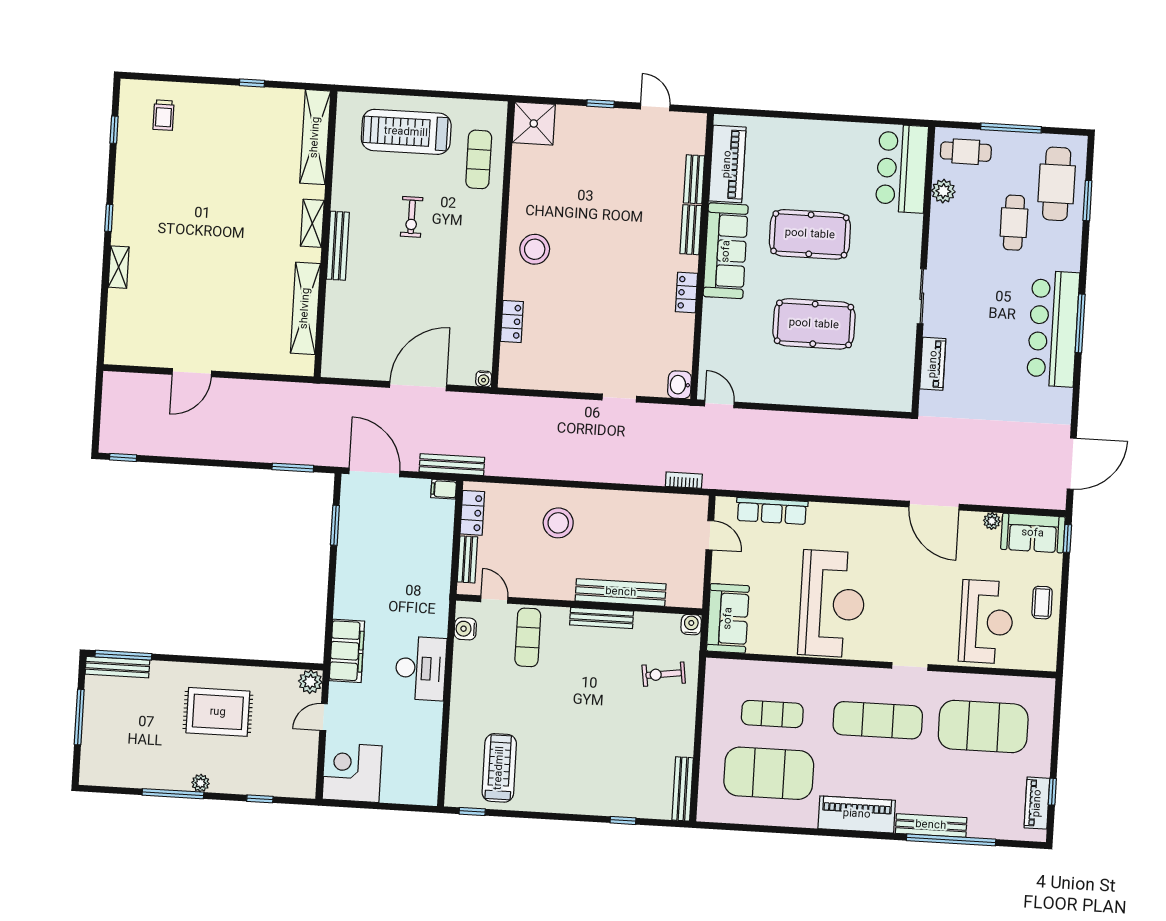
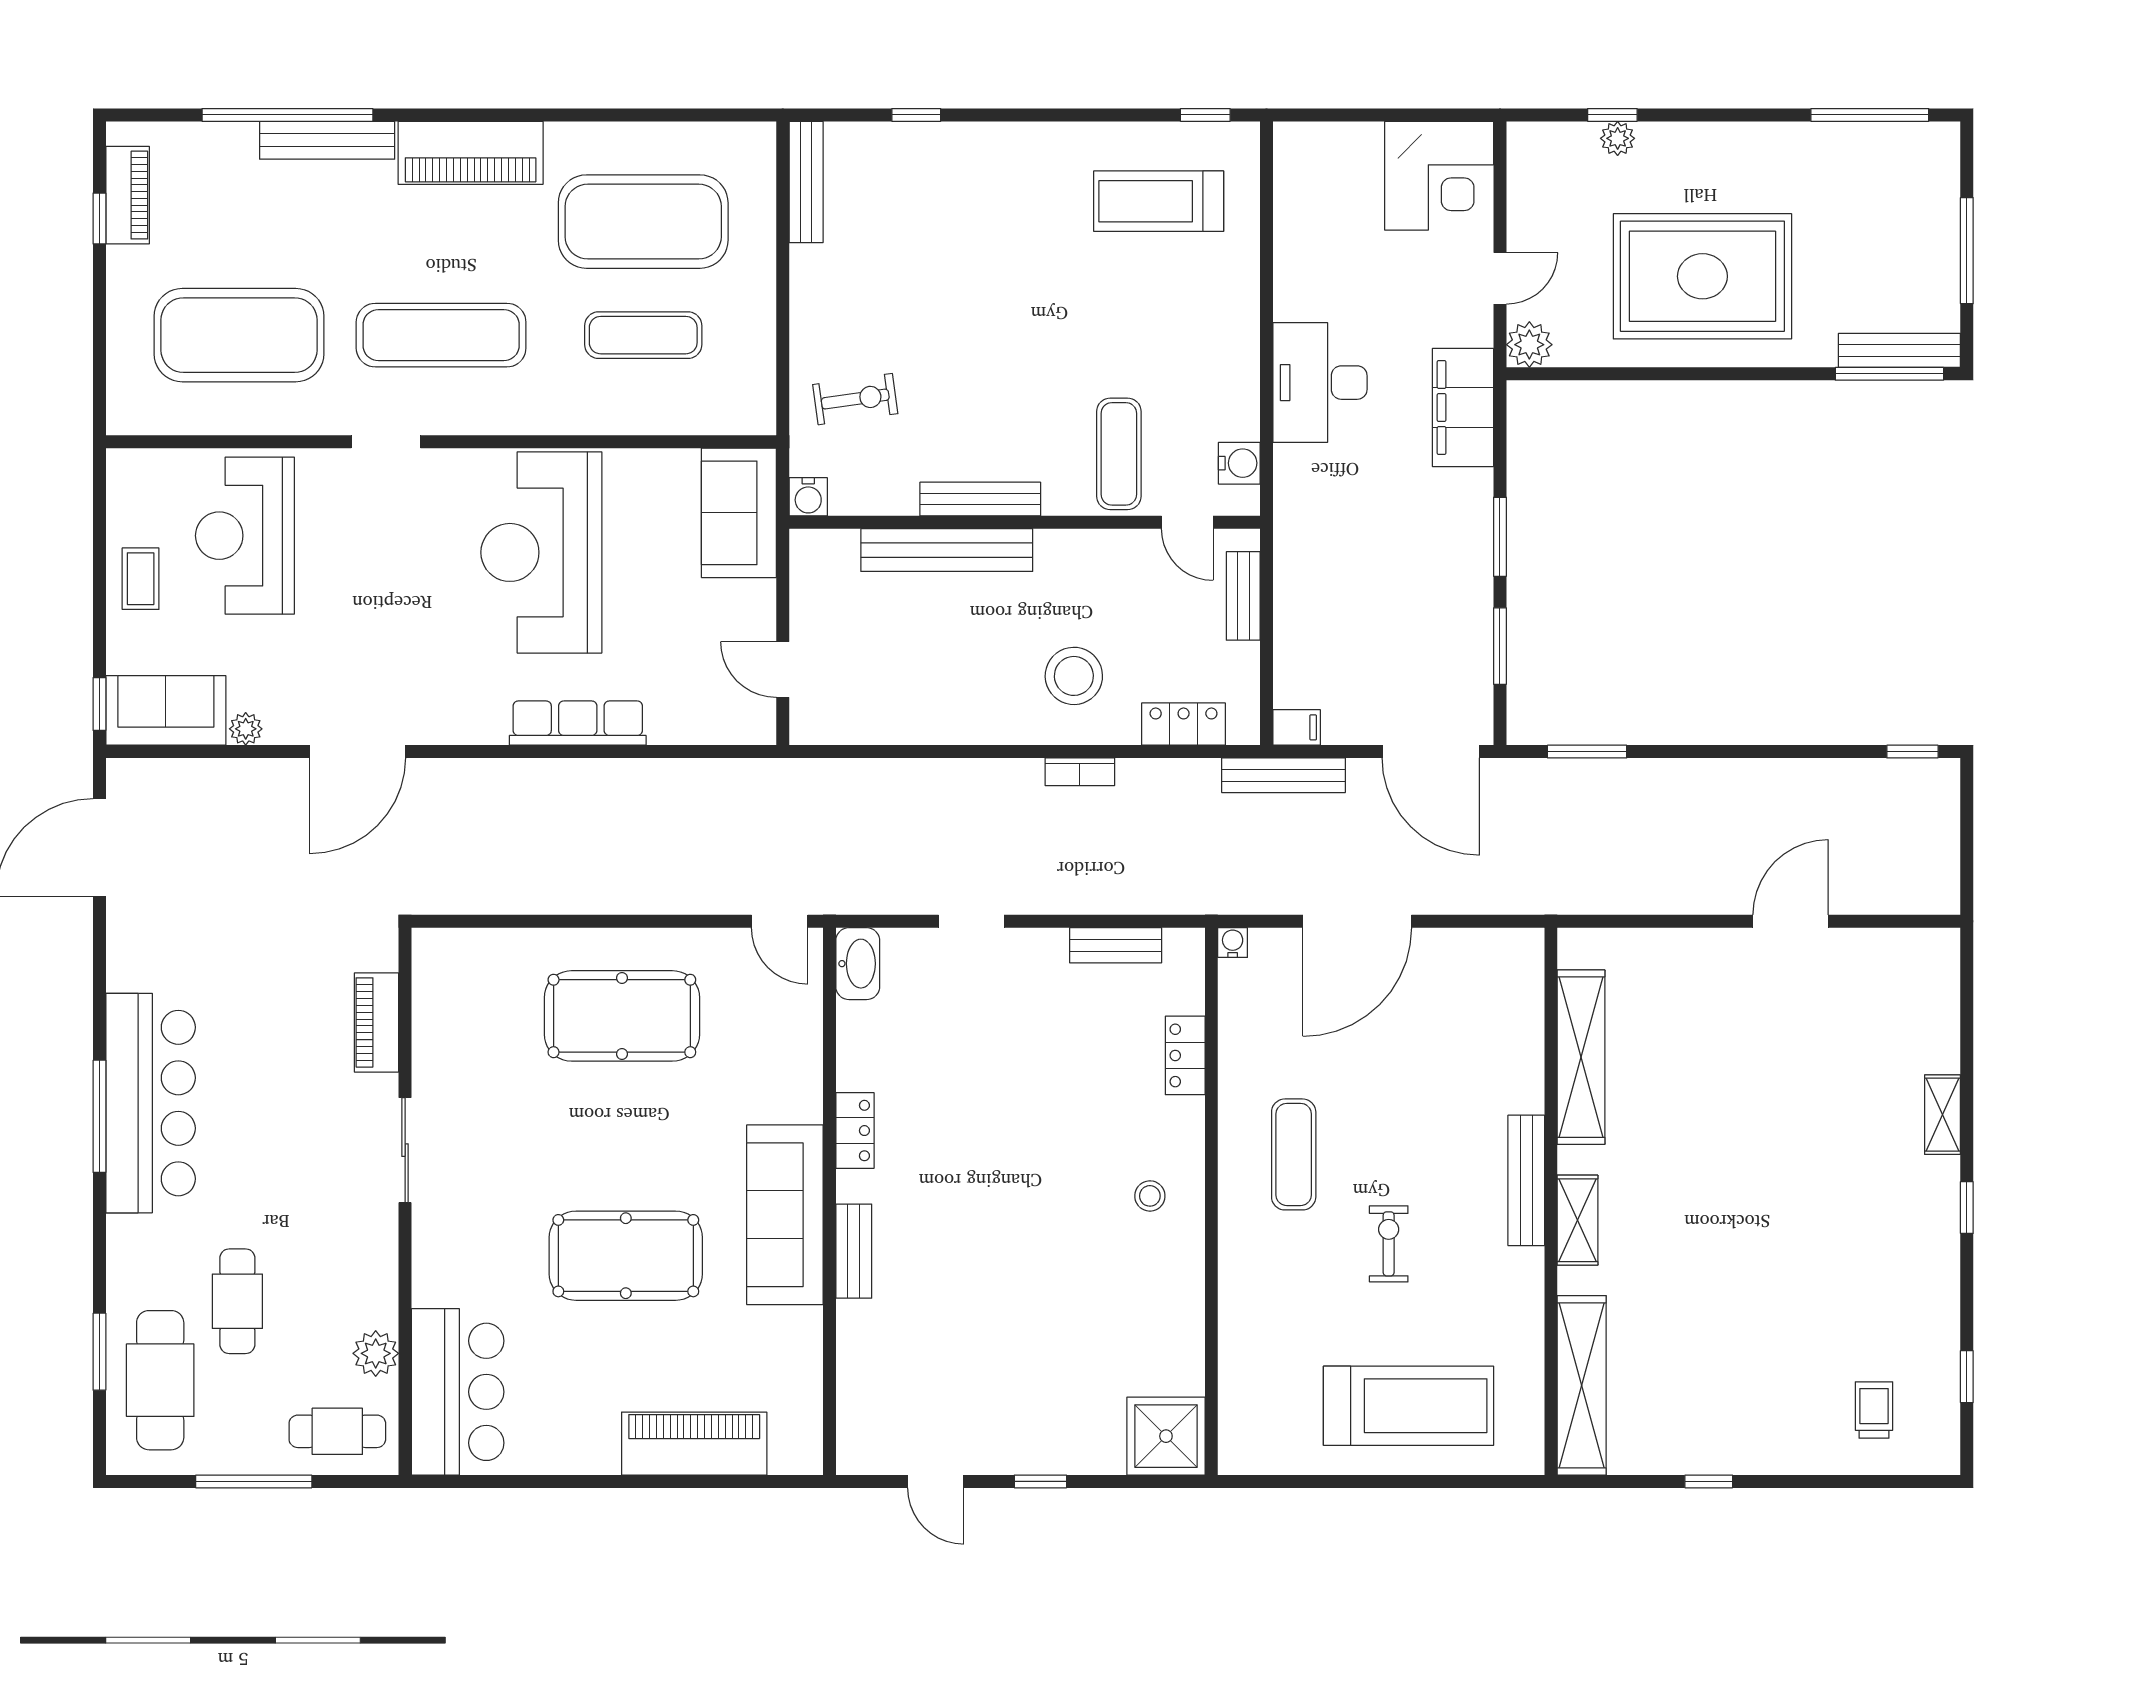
exercise mat: (479, 159) -> (1294, 1154), moved
piano: (727, 164) -> (694, 1444), moved, turned 90
bench: (694, 179) -> (1116, 945), moved, turned 90
stool: (535, 249) -> (1150, 1196), width x0.53, depth x0.53
pool table: (814, 324) -> (622, 1016), moved
washbasin: (680, 385) -> (858, 964), width x1.38
bookcase: (684, 480) -> (1080, 772), moved
door: (934, 506) -> (358, 752), swing flipped
row of seats: (772, 511) -> (578, 723), moved
locker: (472, 513) -> (1184, 724), moved, turned 90
window: (332, 582) -> (1500, 537), added
rug: (218, 712) -> (1702, 276), width x1.37, depth x1.44
treadmill: (499, 768) -> (1159, 201), turned 90
plant: (200, 783) -> (1618, 138), moved
window: (173, 794) -> (1870, 115), moved

